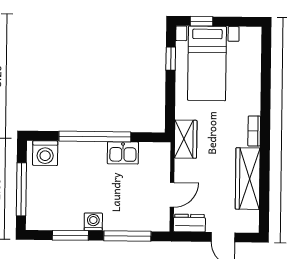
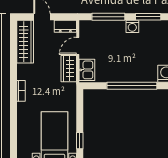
wardrobe: (186, 139) -> (69, 69), moved
kitchen sink: (123, 153) -> (87, 70), moved, turned 90
wardrobe: (248, 179) -> (25, 42), moved

